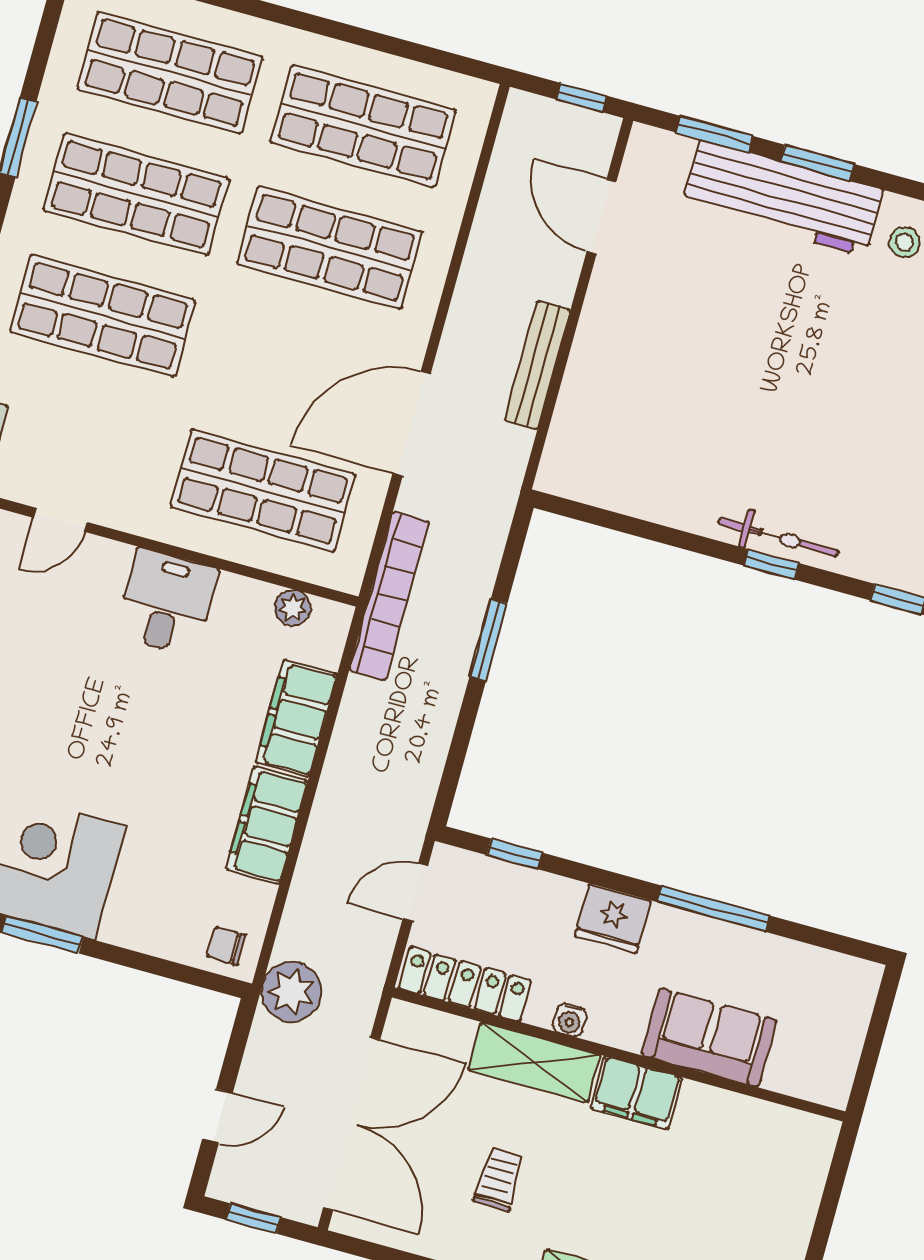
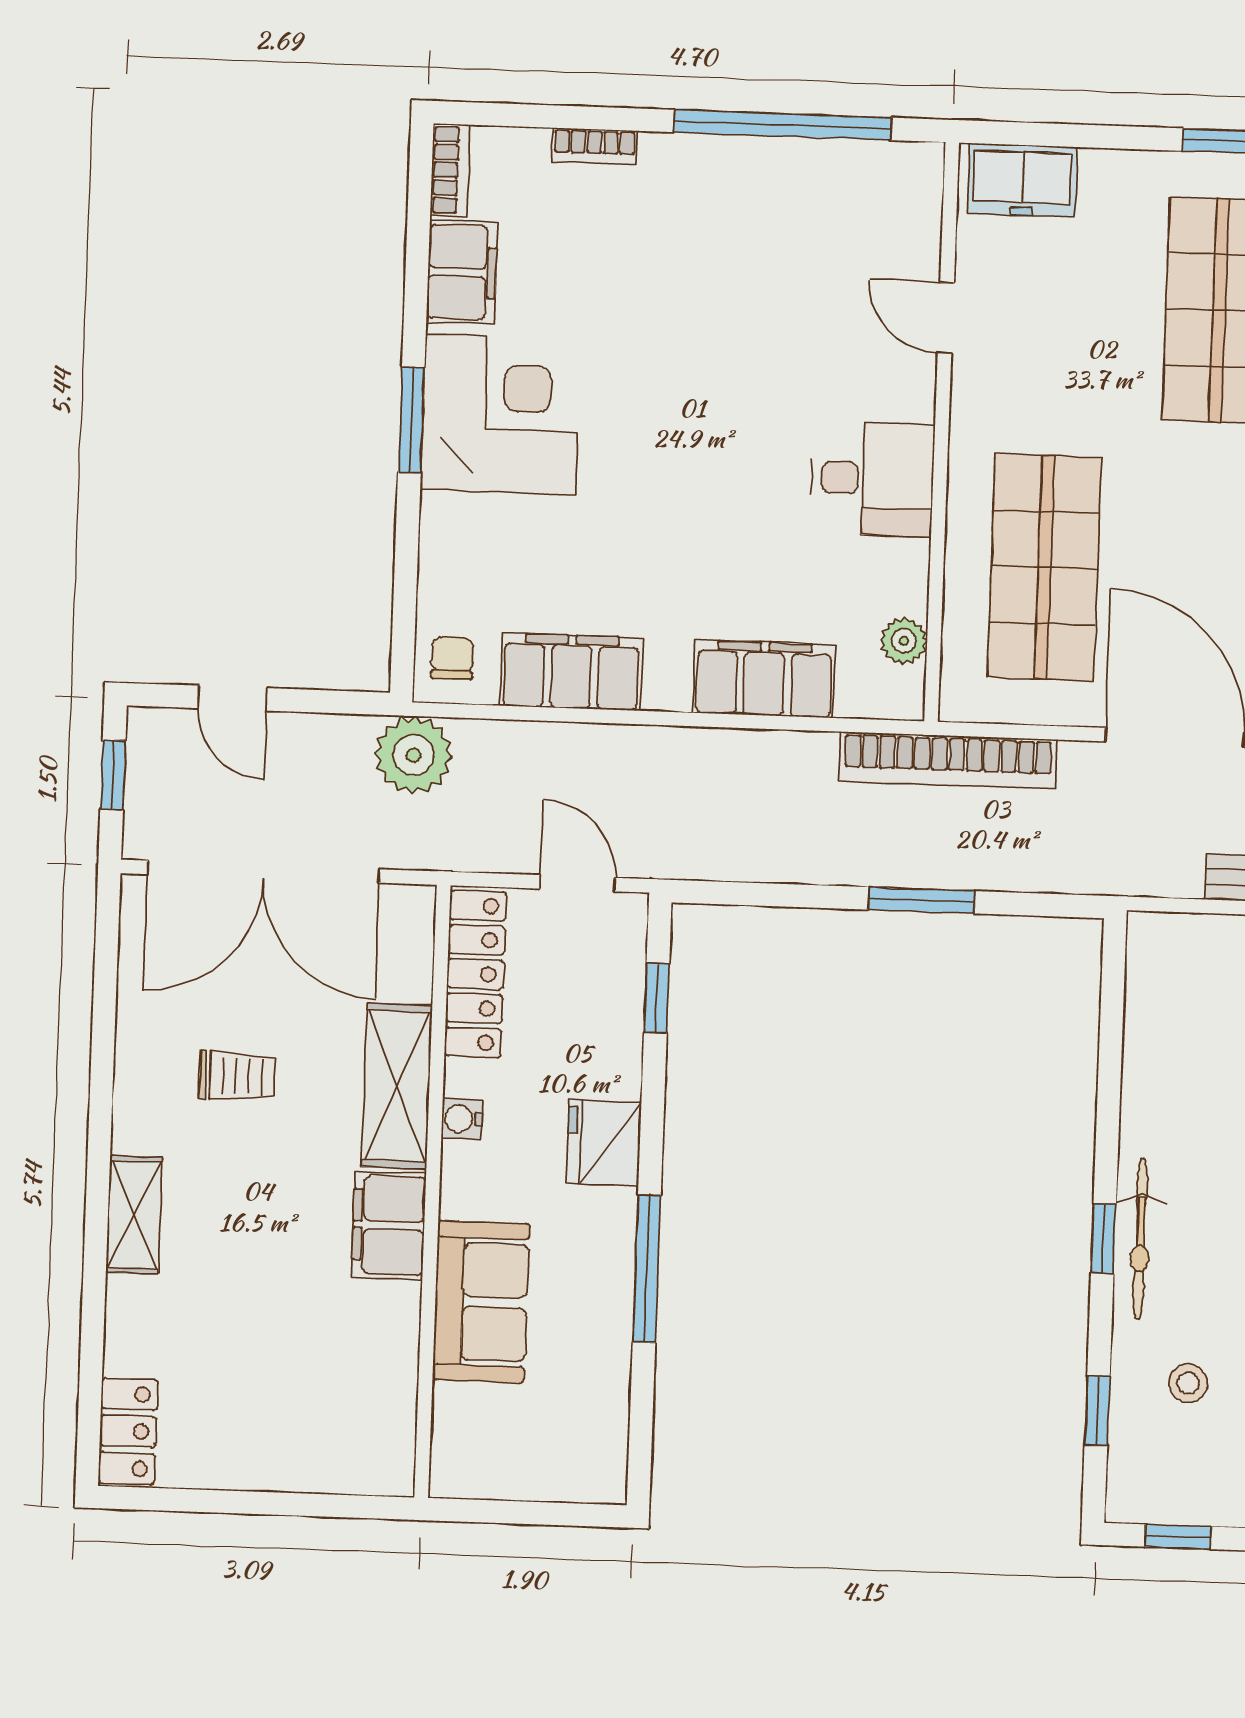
stool: (894, 527) -> (1188, 1383), added
filing cabinet: (267, 825) -> (571, 672), moved

